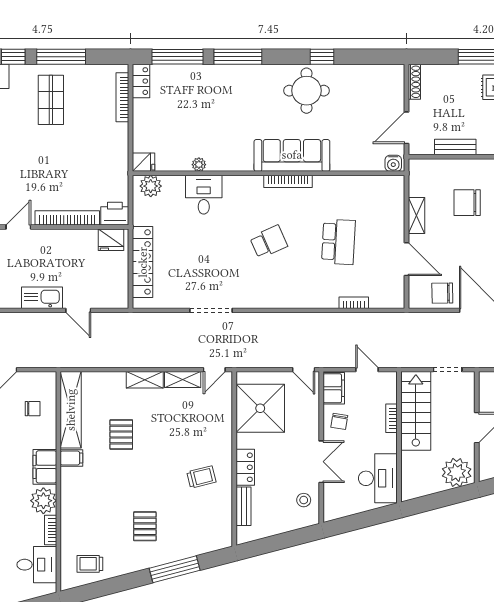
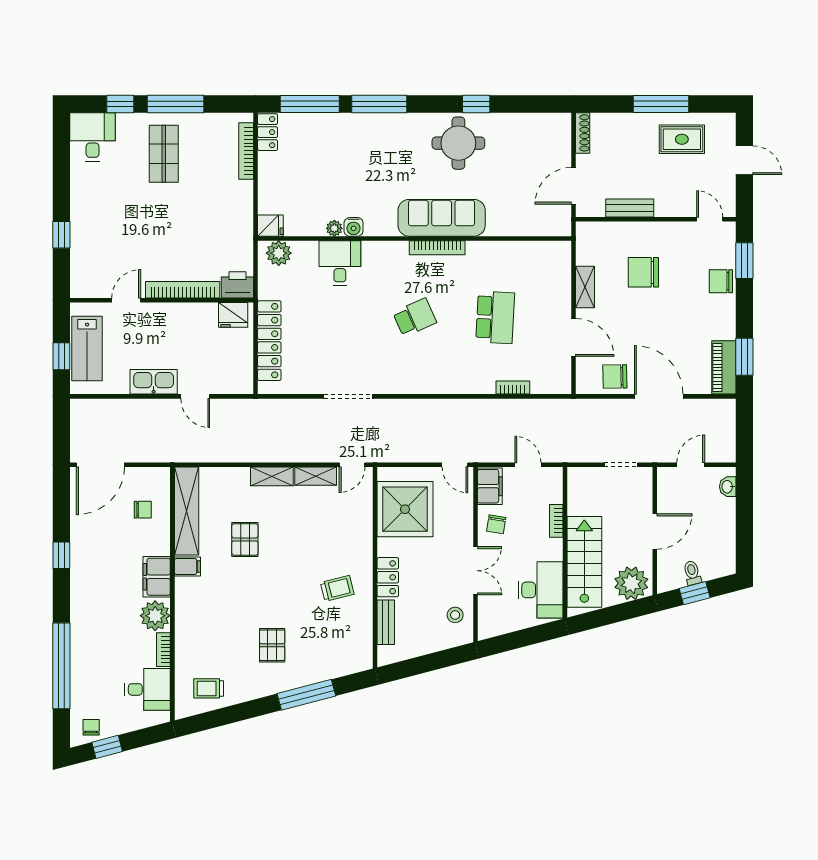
water cooler: (393, 163) -> (354, 227), moved
stairs: (416, 411) -> (584, 562), moved

